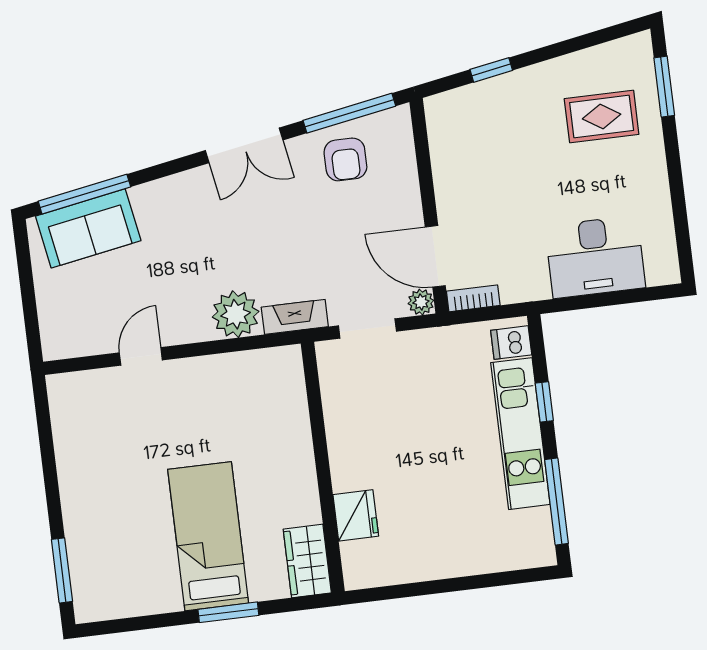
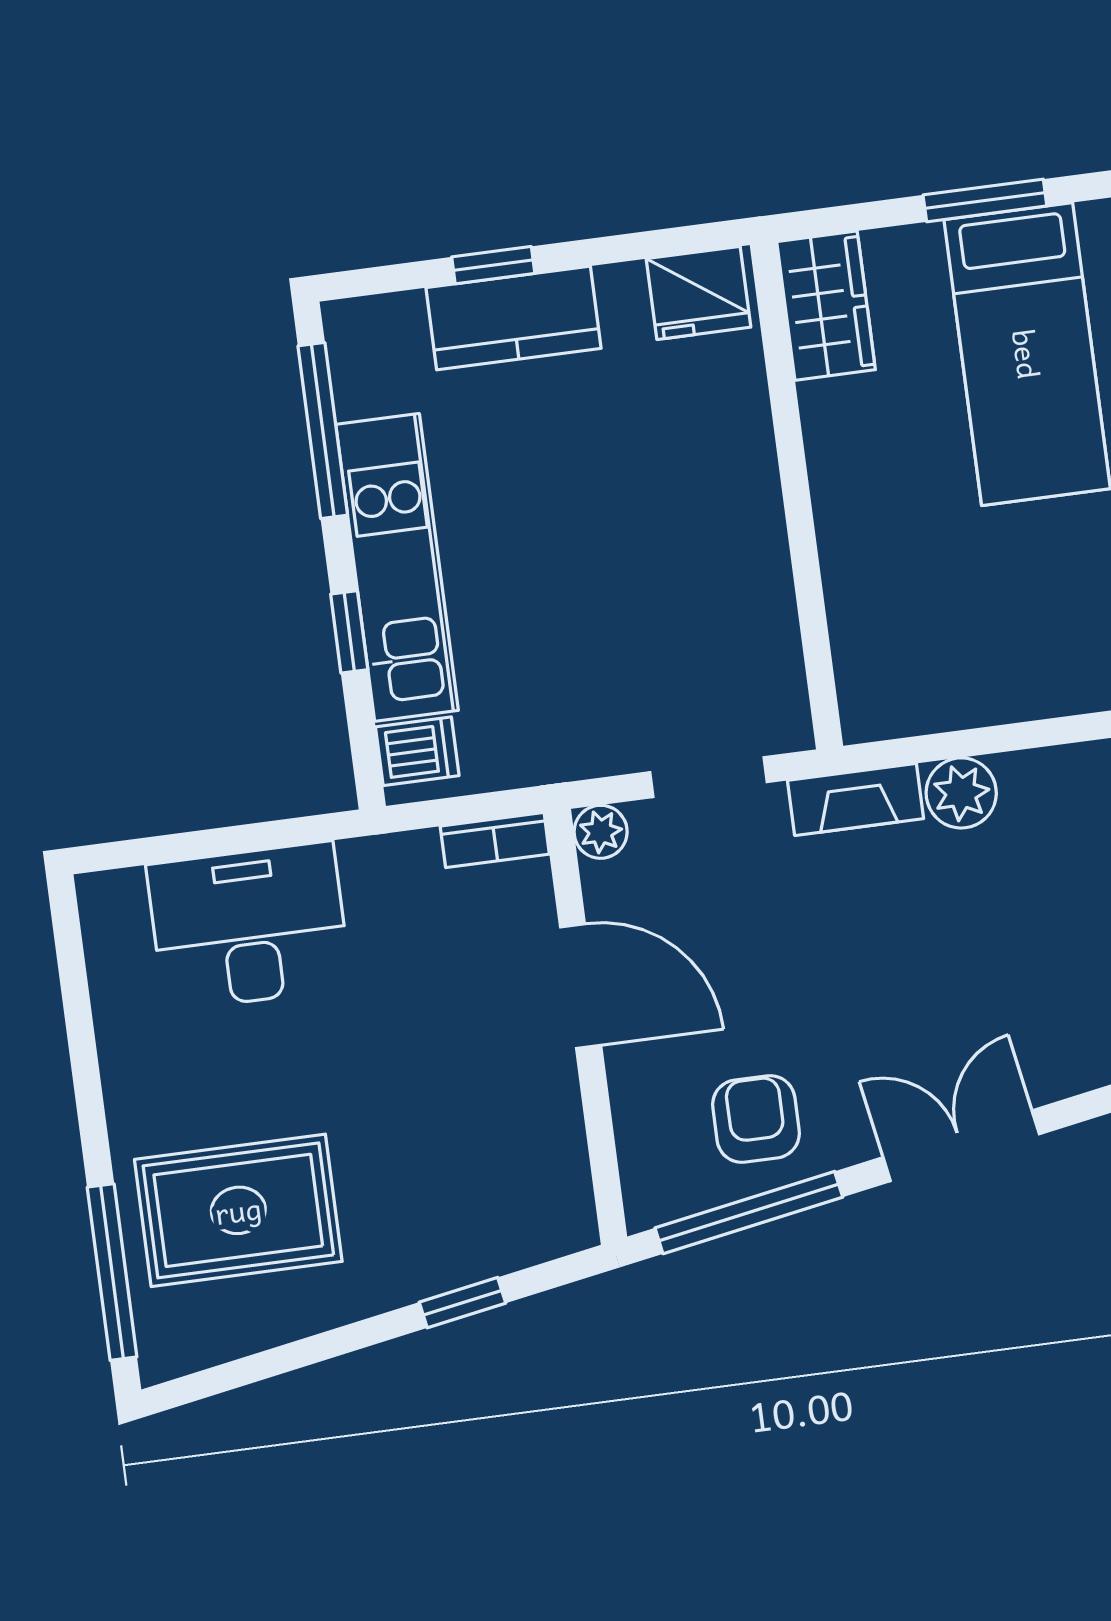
window: (664, 87) -> (112, 1272), width x1.44
rug: (602, 117) -> (238, 1210), width x1.36, depth x1.43
door: (435, 256) -> (581, 986), moved
plant: (236, 314) -> (961, 793), width x0.73, depth x0.73
fridge: (356, 515) -> (699, 293), moved, turned -90
kitchen counter: (462, 556) -> (513, 318), added
window: (472, 582) -> (493, 265), added

